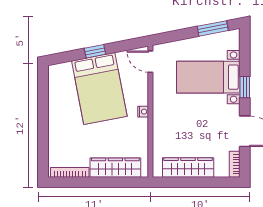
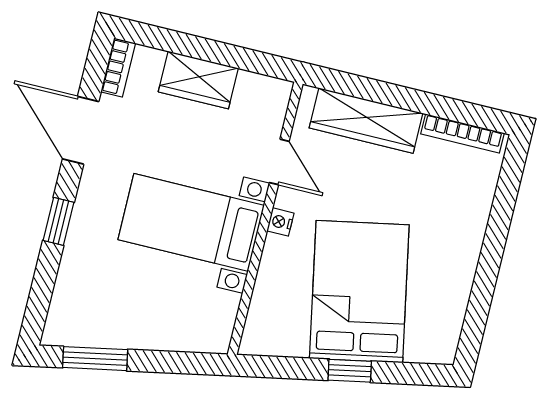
door: (150, 62) -> (279, 162), moved
bed with nightstands: (208, 77) -> (191, 222), moved, turned 180
wardrobe: (188, 167) -> (198, 80), width x0.67

